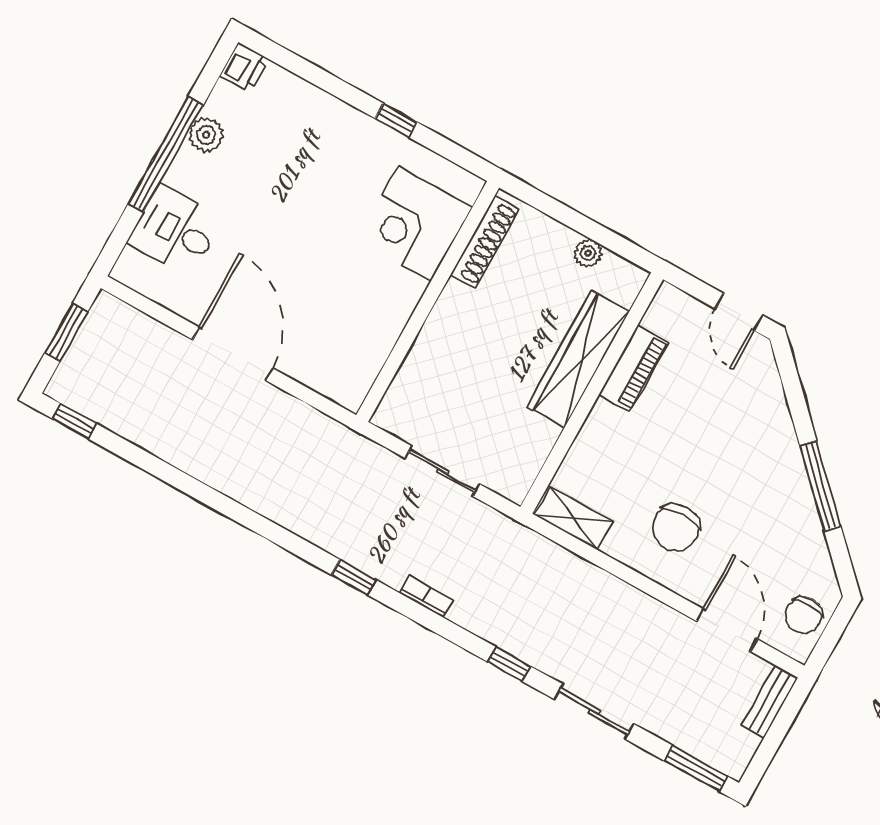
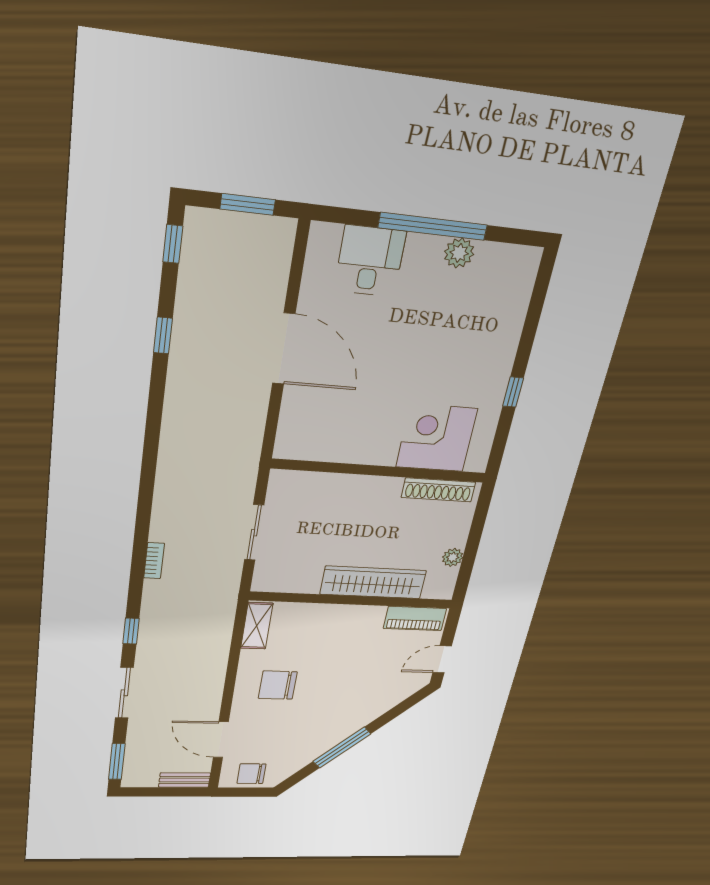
printer: (244, 67) -> (524, 261), removed
door: (233, 354) -> (284, 349), hinge flipped
piano: (634, 368) -> (415, 619), moved
window: (354, 577) -> (163, 335), moved
door: (727, 630) -> (221, 740), swing flipped

